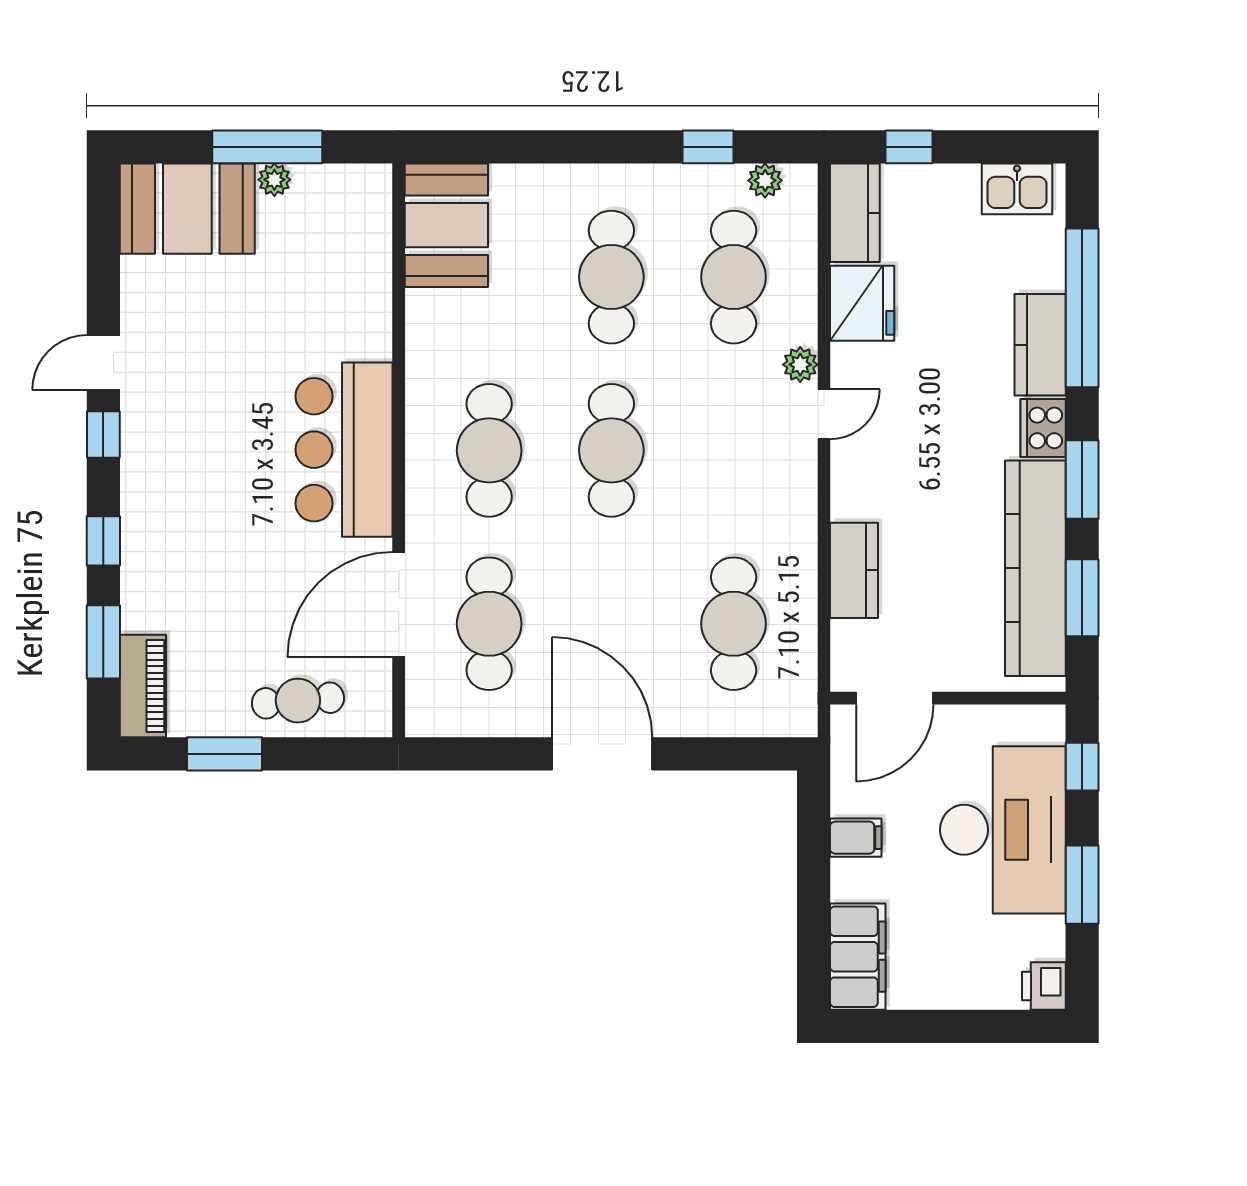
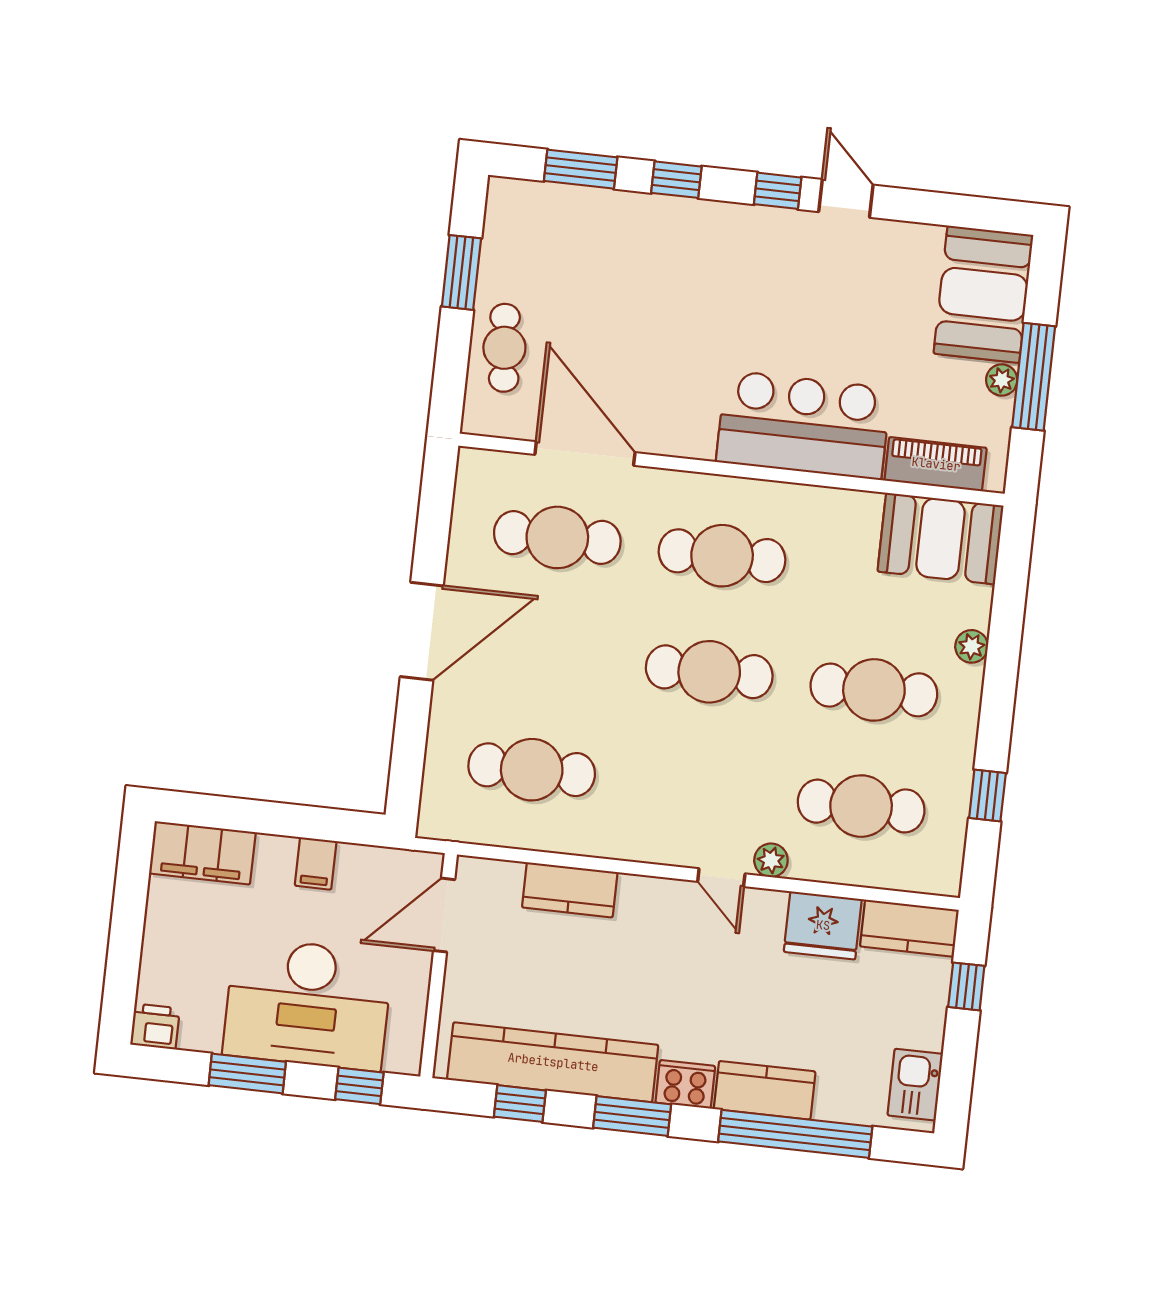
plant: (765, 180) -> (972, 646), moved
bar counter: (344, 450) -> (803, 425), moved
window: (1082, 598) -> (520, 1104), width x0.67
piano: (143, 686) -> (936, 464), moved, turned 180
door: (895, 698) -> (444, 915), hinge flipped

